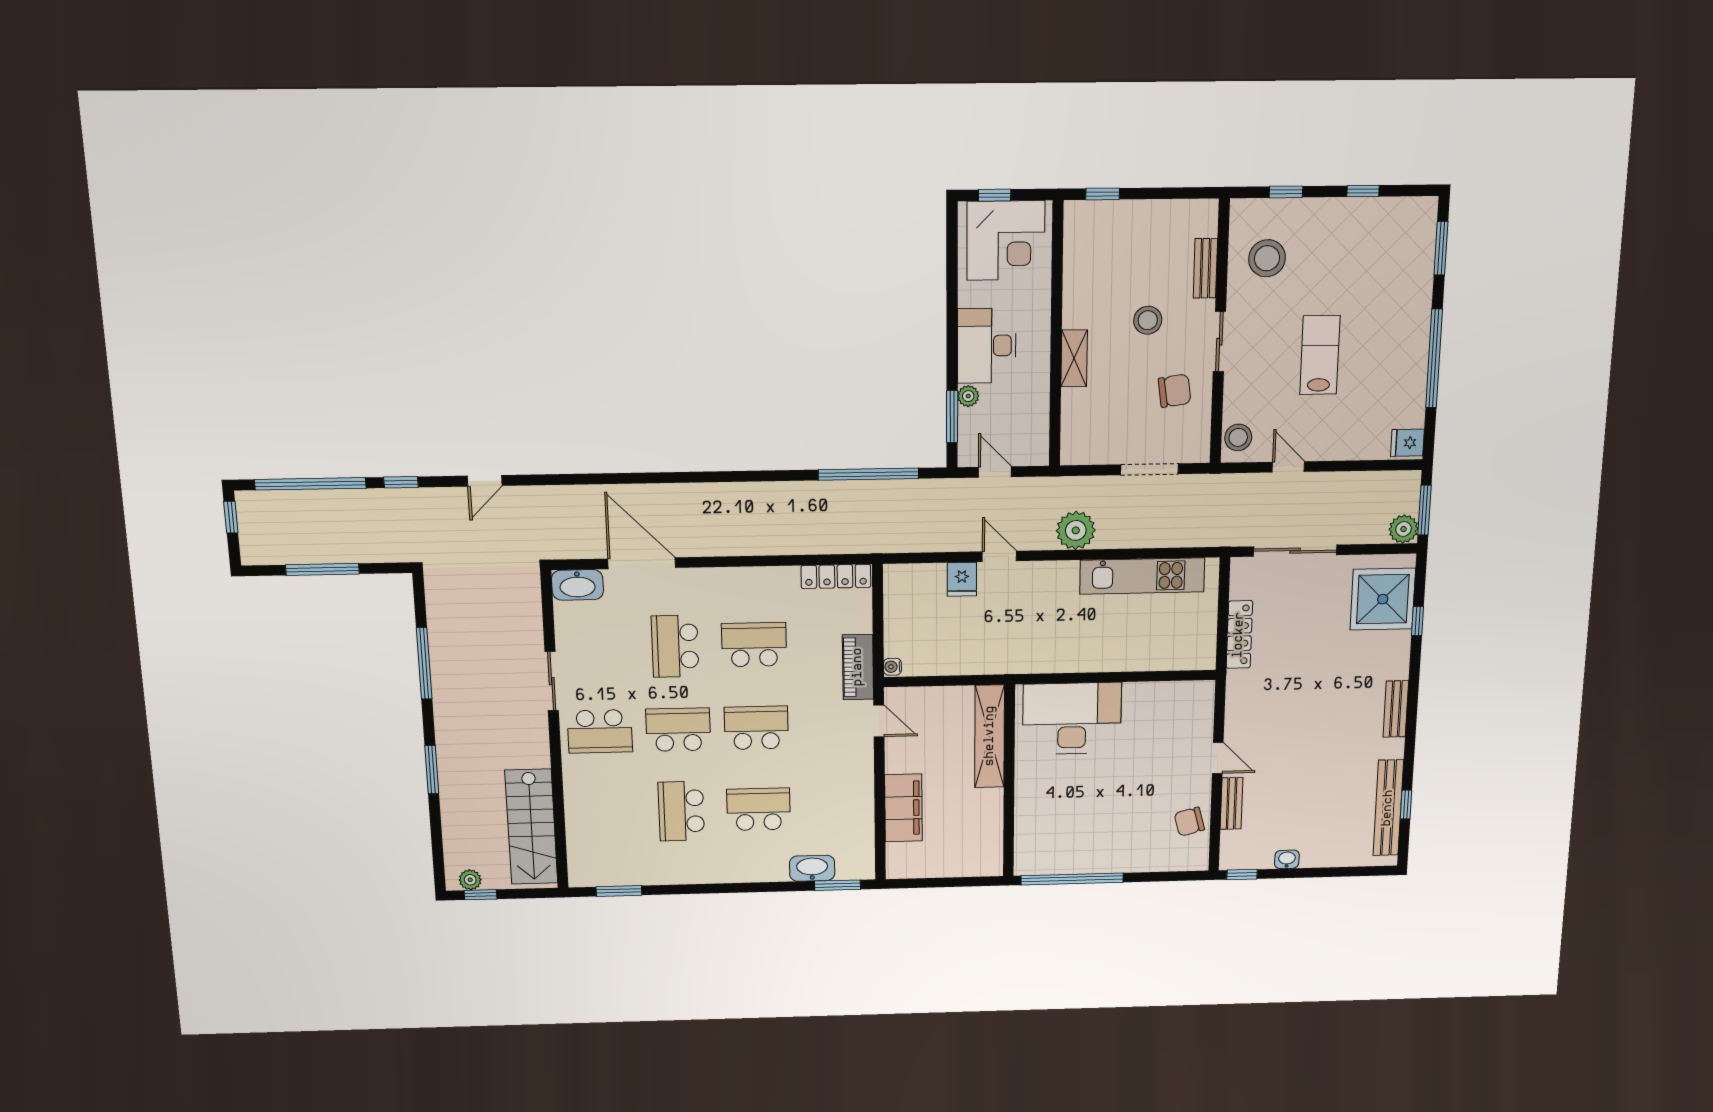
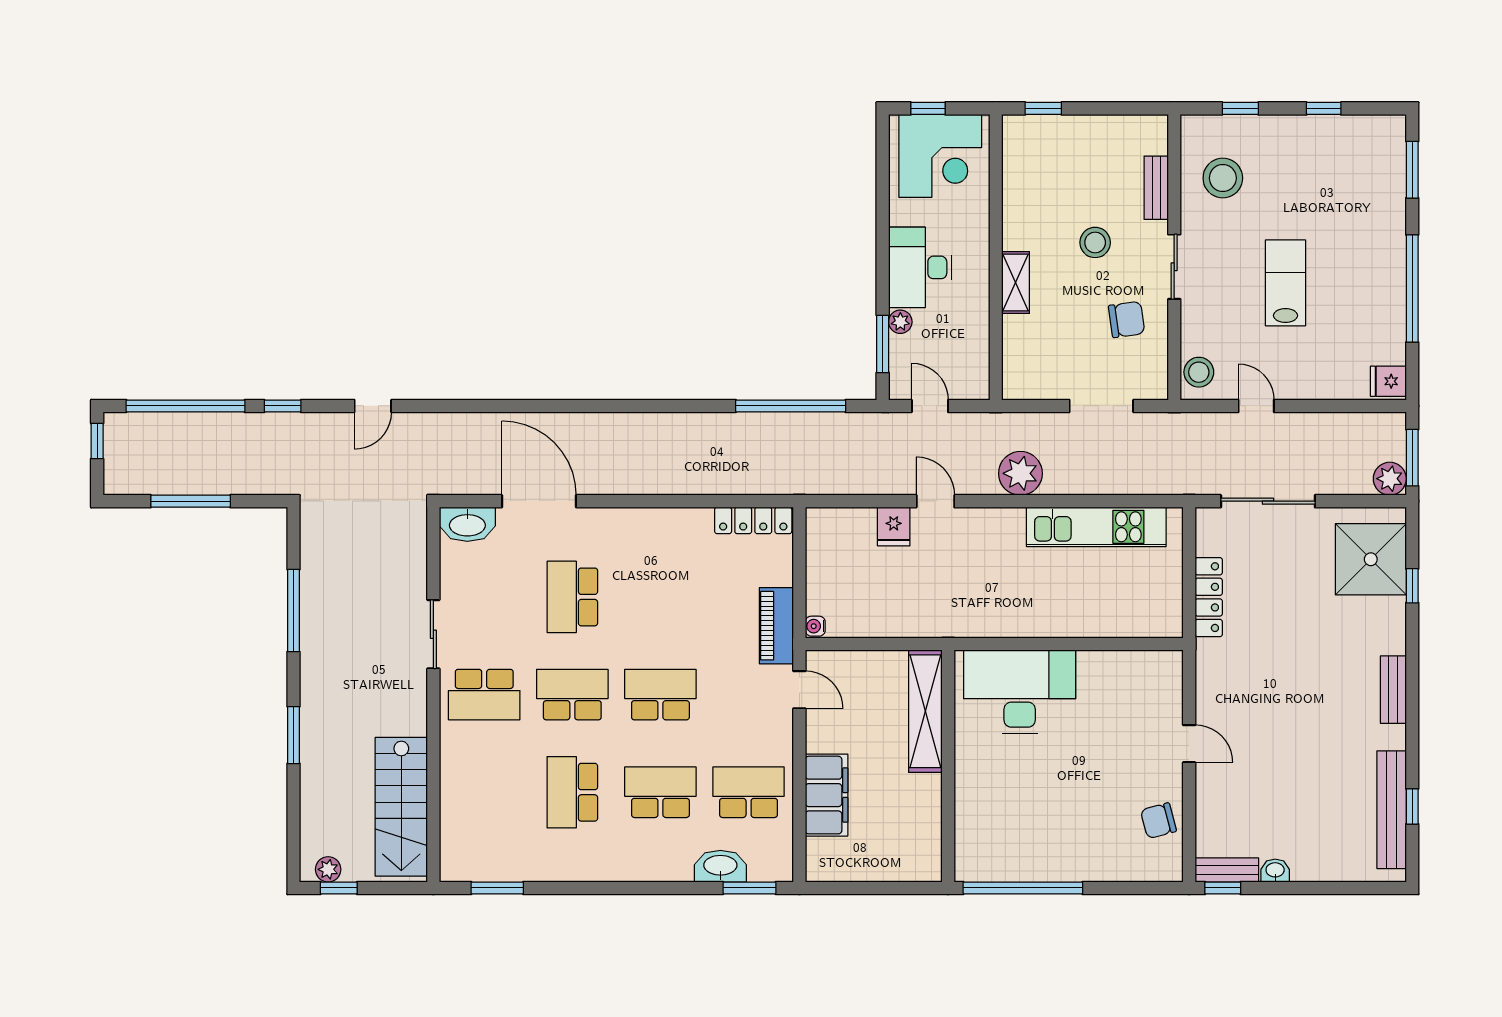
school desk: (754, 645) -> (749, 792), moved
bench: (1232, 803) -> (1227, 870), moved, turned 90

